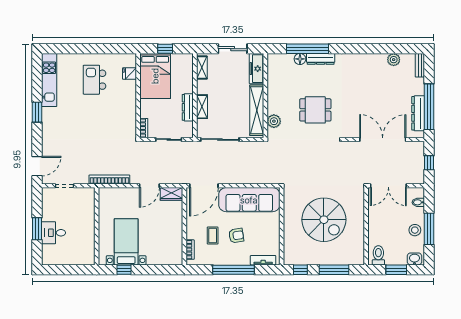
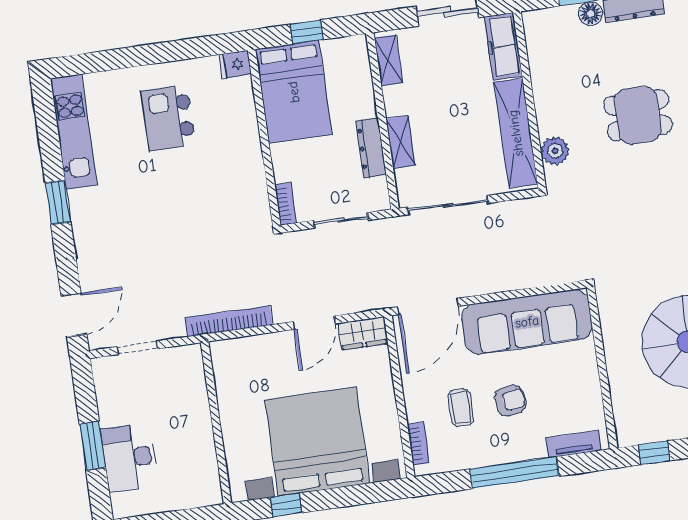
fridge: (130, 74) -> (235, 64), moved
desk: (54, 233) -> (129, 458), width x1.37
bed with nightstands: (126, 242) -> (317, 441), width x1.85

